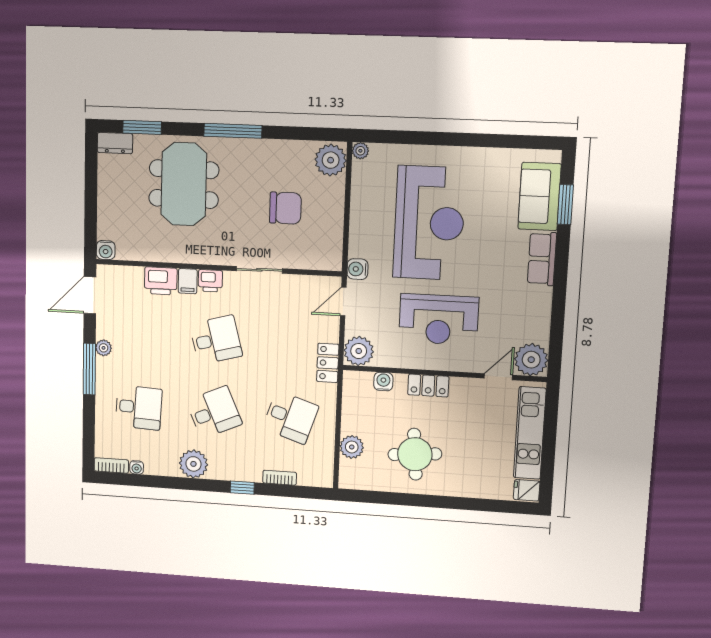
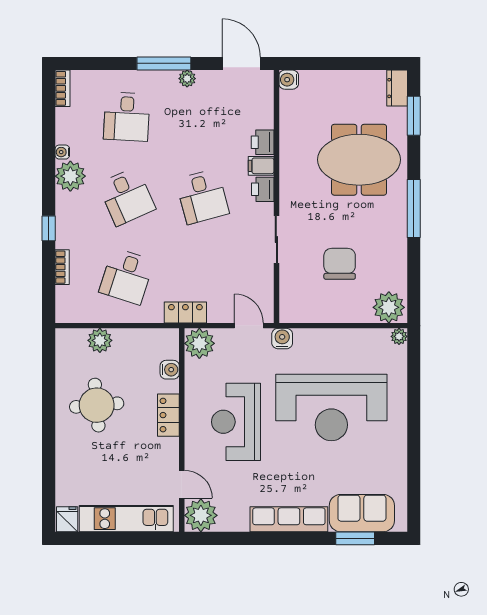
chair: (285, 208) -> (340, 264), turned 180
row of seats: (542, 259) -> (289, 519), width x1.48
printer: (161, 281) -> (263, 142), width x0.73, depth x0.81
water cooler: (137, 467) -> (62, 152), moved

